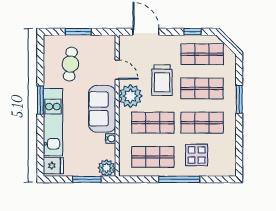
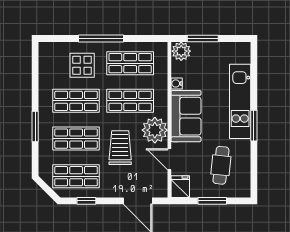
fridge: (53, 166) -> (180, 187), moved, turned 90

